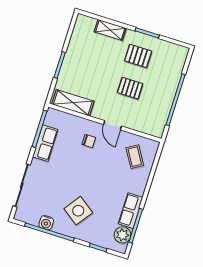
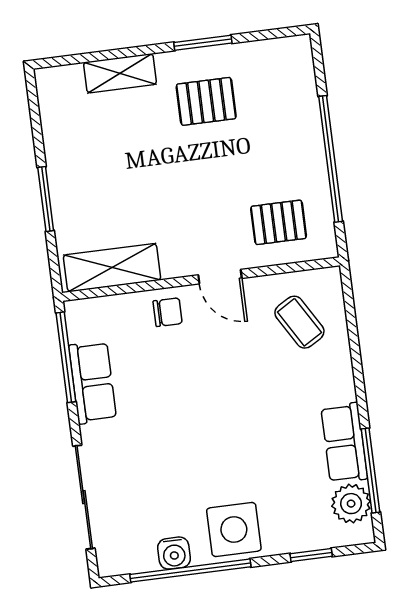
pallet: (130, 88) -> (279, 222), moved
chair: (89, 141) -> (168, 312), moved
side table: (78, 211) -> (234, 529), moved, turned -36

